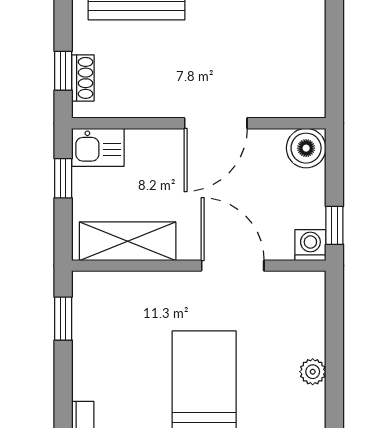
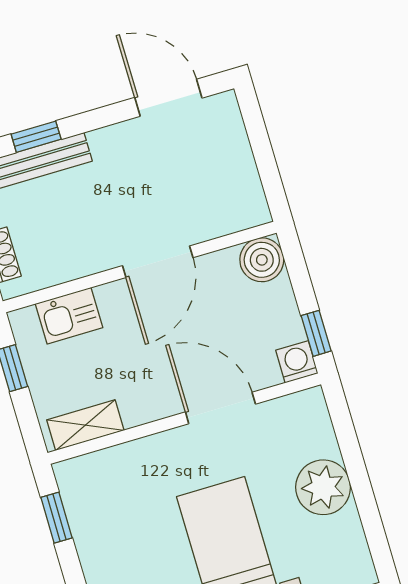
kitchen sink: (98, 147) -> (69, 316), moved
shelving: (128, 241) -> (85, 425), width x0.67, depth x0.75
plant: (313, 372) -> (323, 487), width x1.88, depth x1.88

